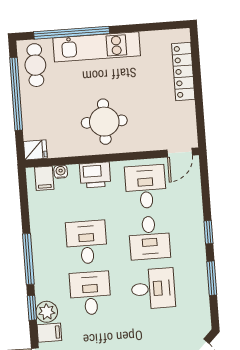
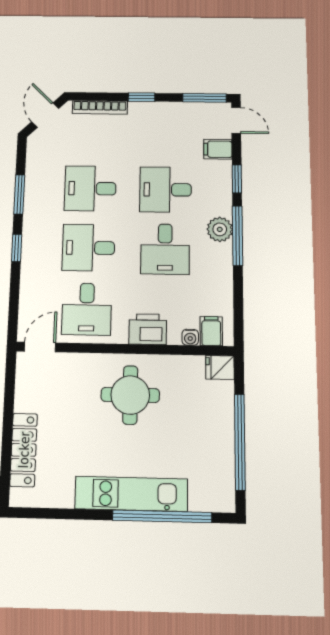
cafe table: (35, 65) -> (213, 477), removed
desk: (149, 238) -> (89, 248), turned -90
desk: (90, 293) -> (166, 190), turned 90
plant: (47, 312) -> (220, 229), moved

